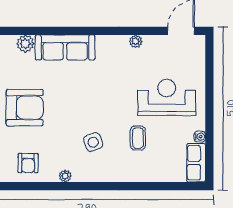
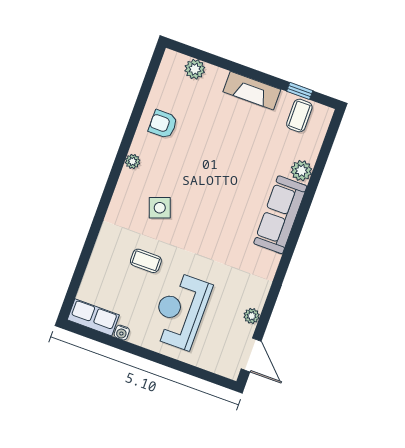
plant: (136, 41) -> (252, 316), moved
reception desk: (167, 98) -> (181, 311), turned 180
armchair: (25, 108) -> (228, 143), removed

